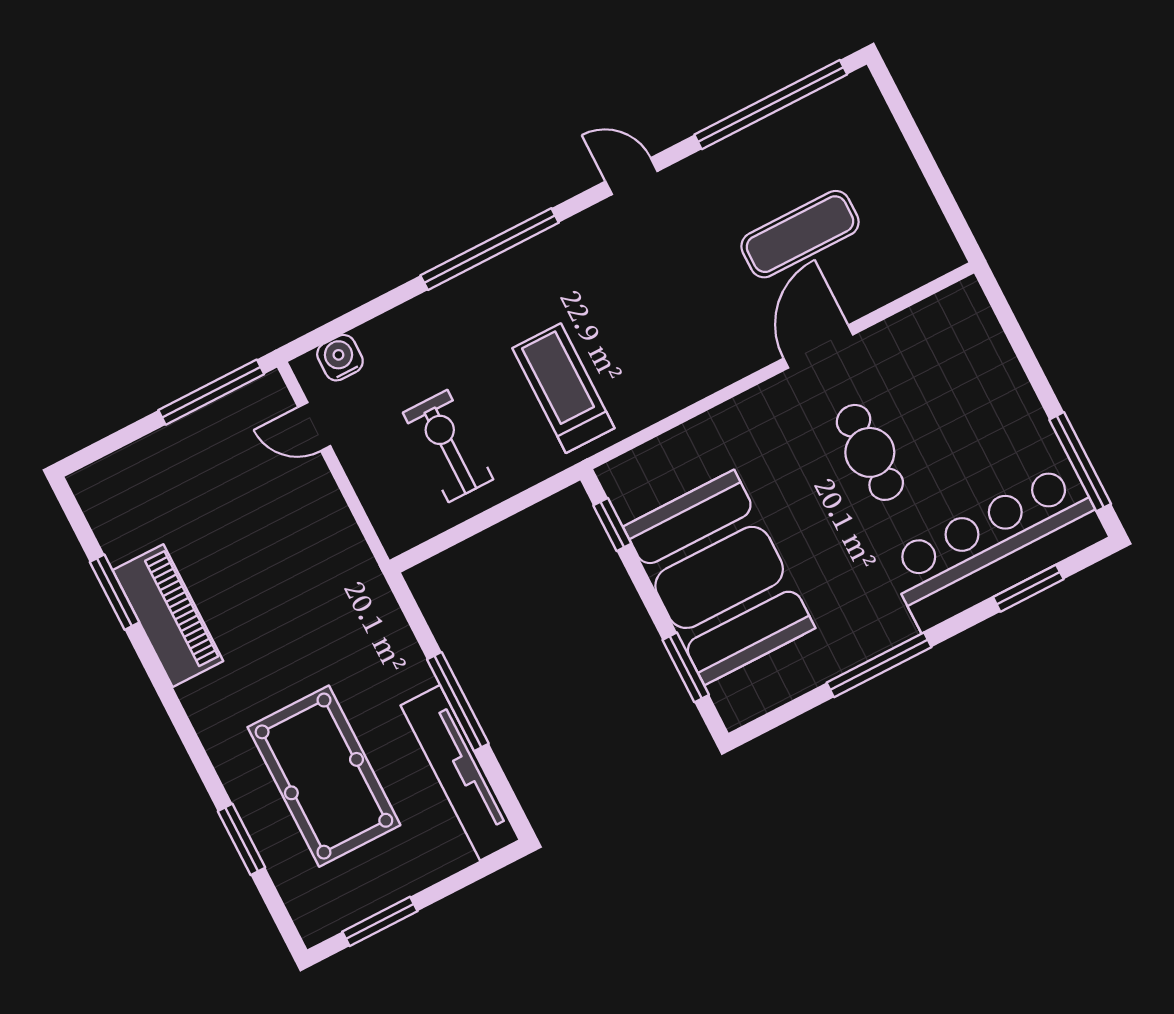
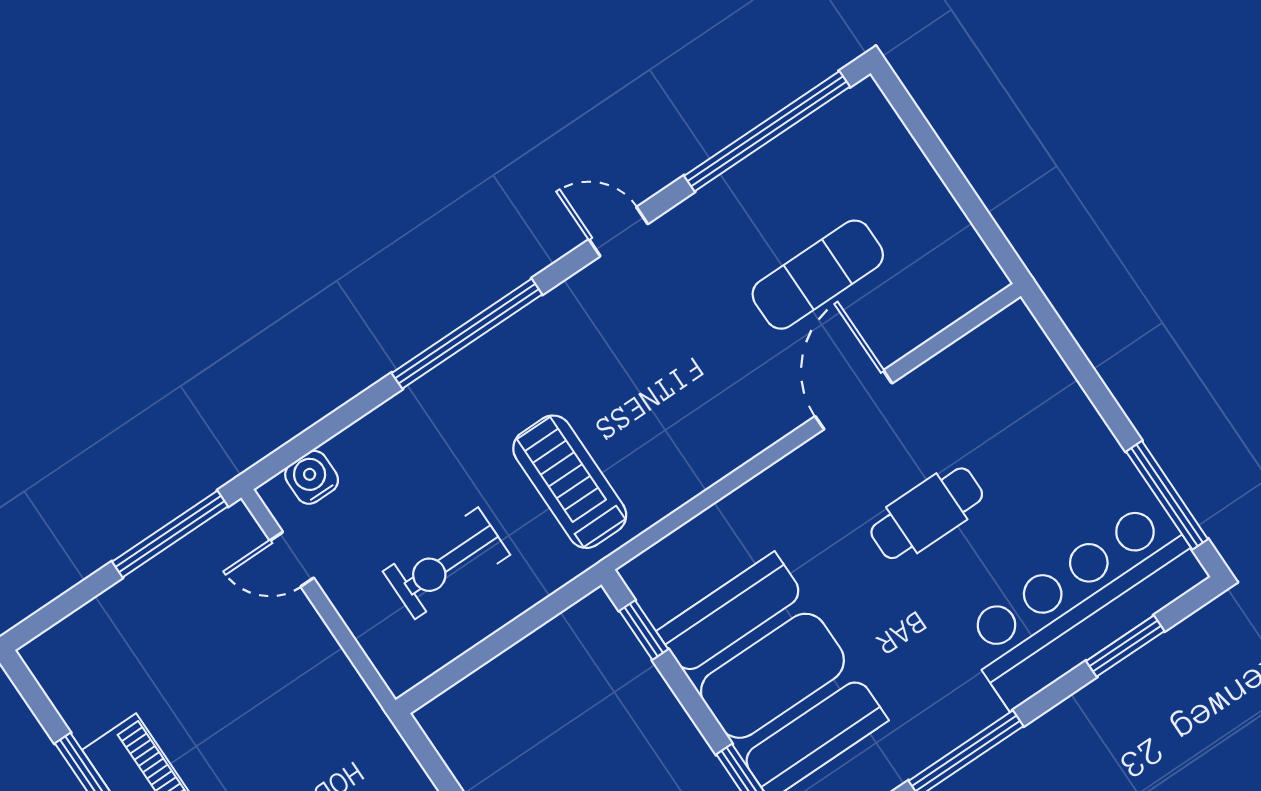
exercise bike: (448, 446) -> (446, 563), turned -90
cafe table: (870, 452) -> (927, 513), turned 90

